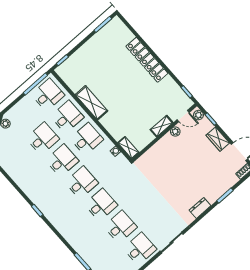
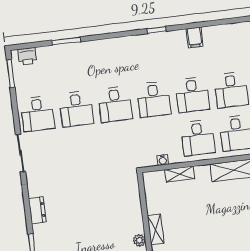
shelving: (128, 148) -> (180, 174), moved
filing cabinet: (26, 184) -> (194, 37), added

